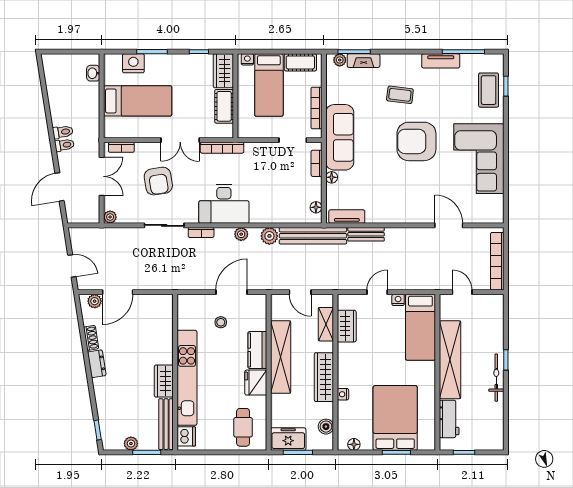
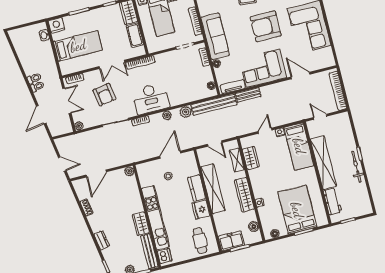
nightstand: (133, 63) -> (57, 25), moved
corner sofa: (397, 201) -> (263, 68), added
plant: (95, 301) -> (129, 171), moved
dresser: (97, 364) -> (102, 240), moved

